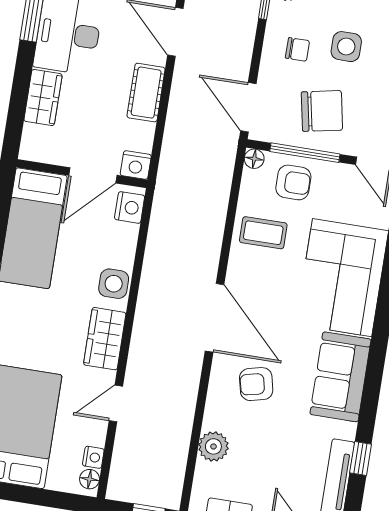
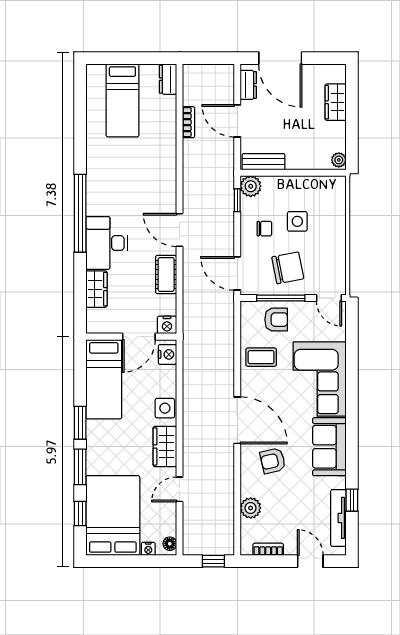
floor lamp: (254, 159) -> (247, 308), removed
nightstand: (93, 457) -> (148, 549), moved, turned 90

